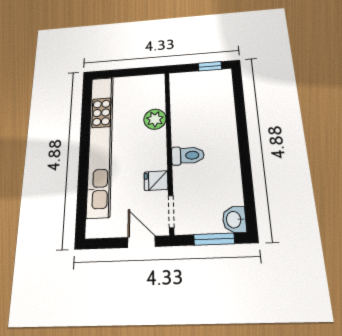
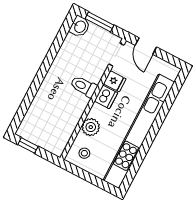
stool: (147, 91) -> (84, 153), added
dishwasher: (156, 159) -> (106, 97), added

